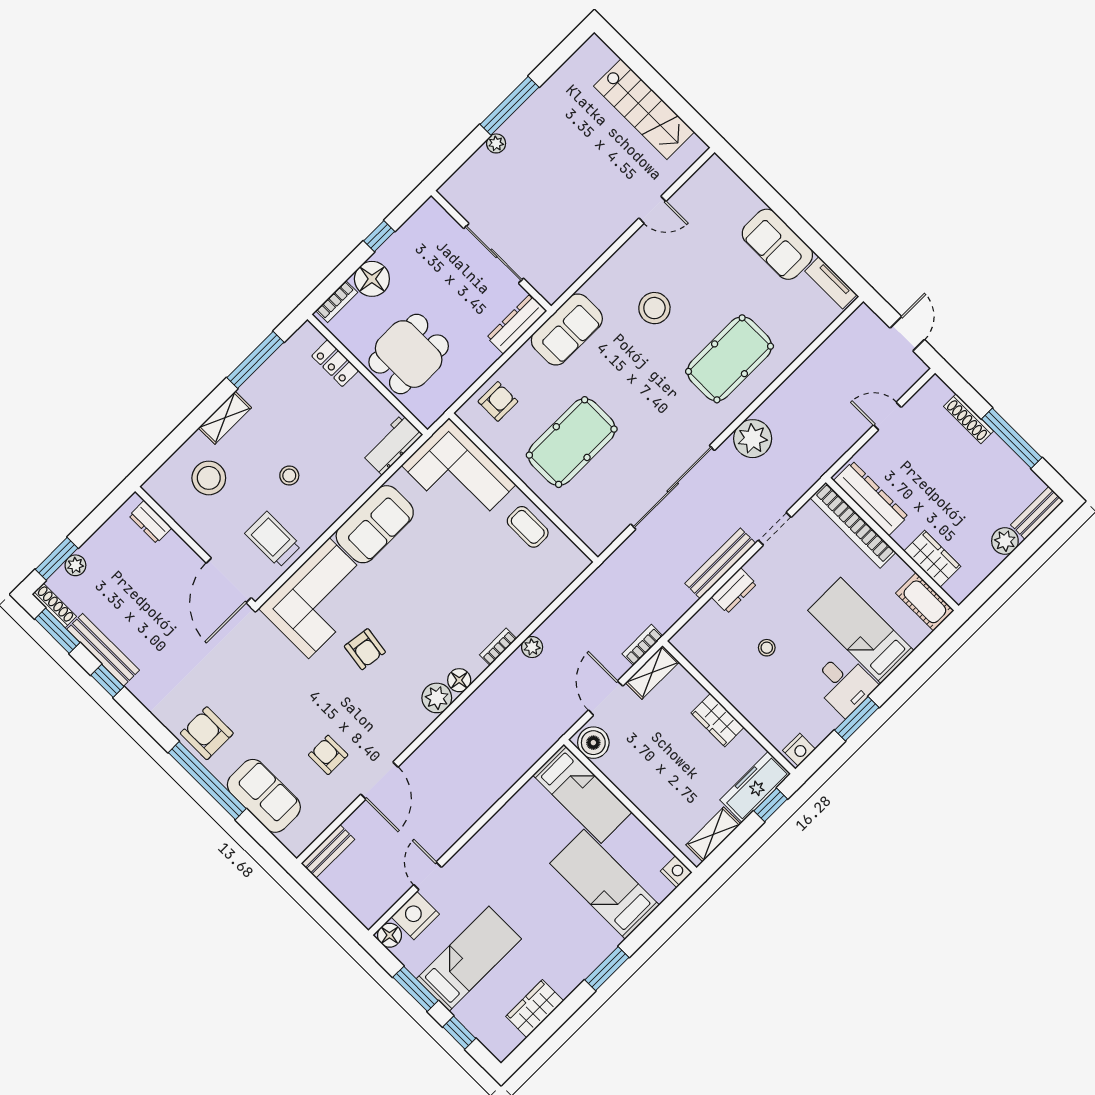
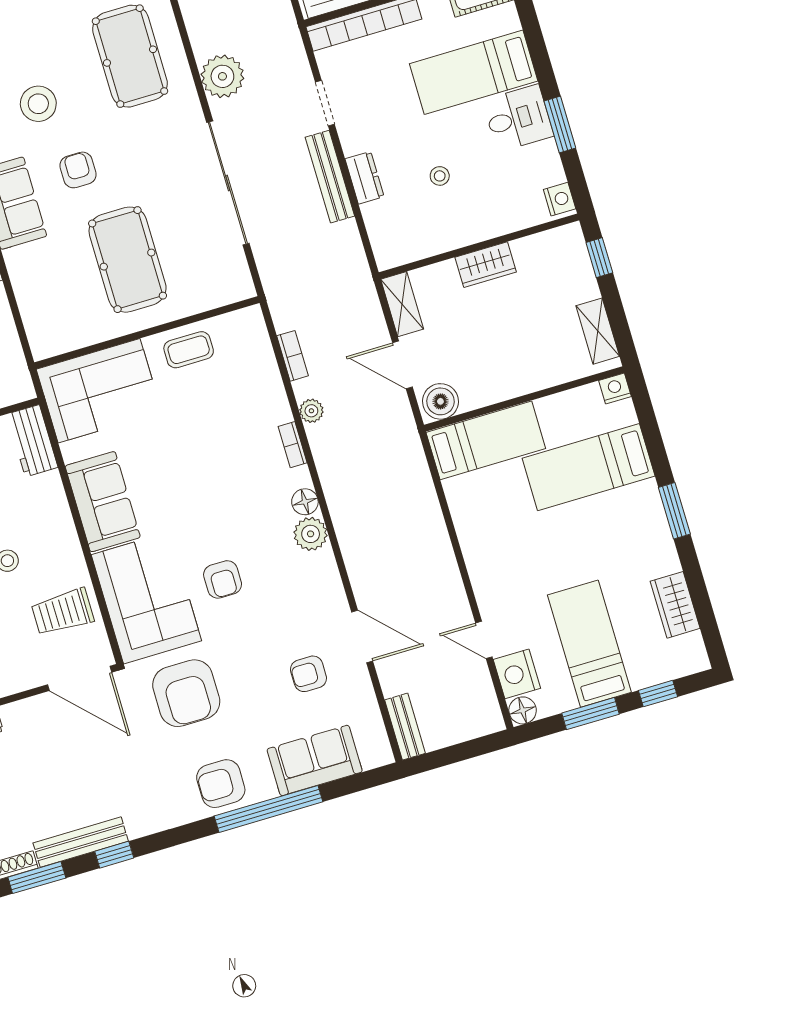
armchair: (498, 401) -> (78, 170), moved
bookcase: (642, 645) -> (293, 356), moved, turned 180
armchair: (365, 649) -> (223, 579), turned 82
armchair: (262, 669) -> (186, 693), added
freezer: (755, 787) -> (573, 263), removed

